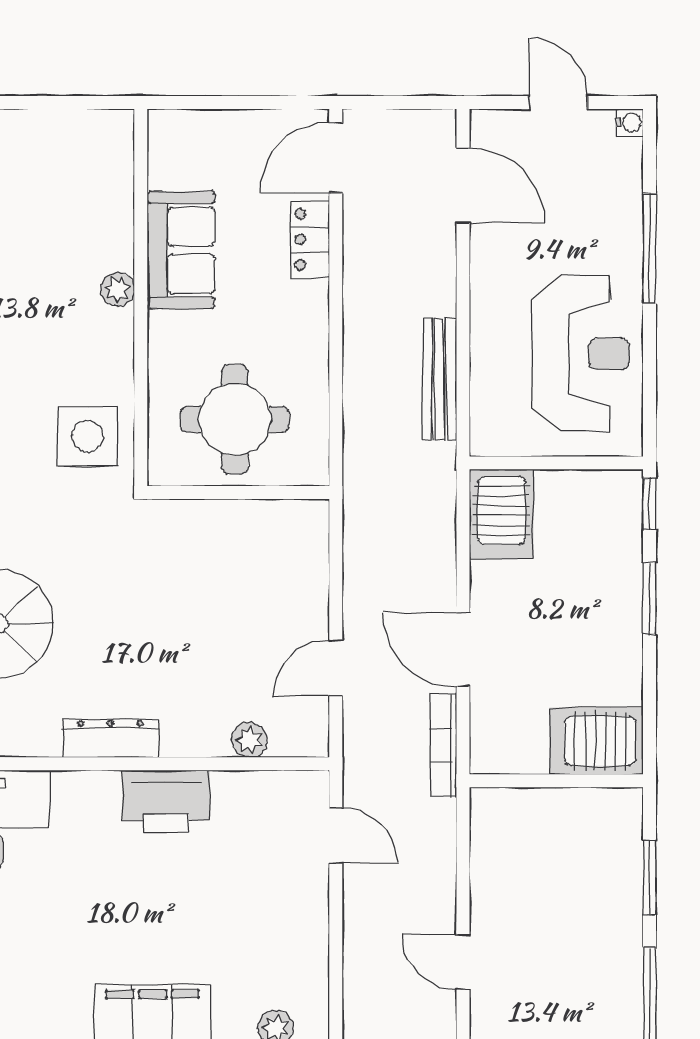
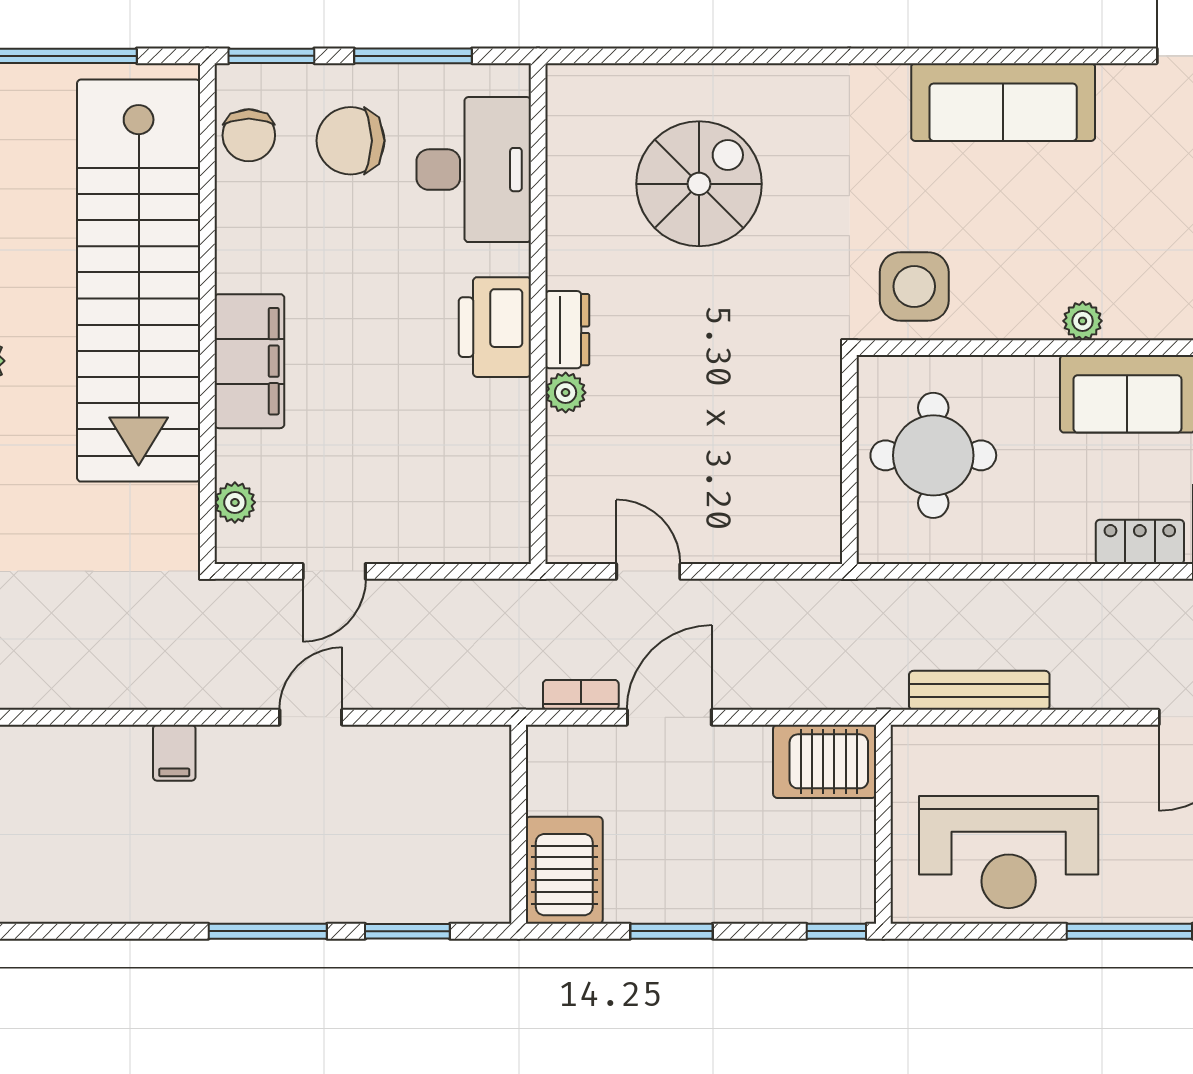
window: (650, 598) -> (671, 931), moved
dresser: (110, 738) -> (567, 330), width x0.70
plant: (249, 740) -> (566, 393), moved
bookcase: (443, 745) -> (581, 695), width x0.64
printer: (166, 802) -> (495, 327), moved
door: (336, 835) -> (334, 571), moved

